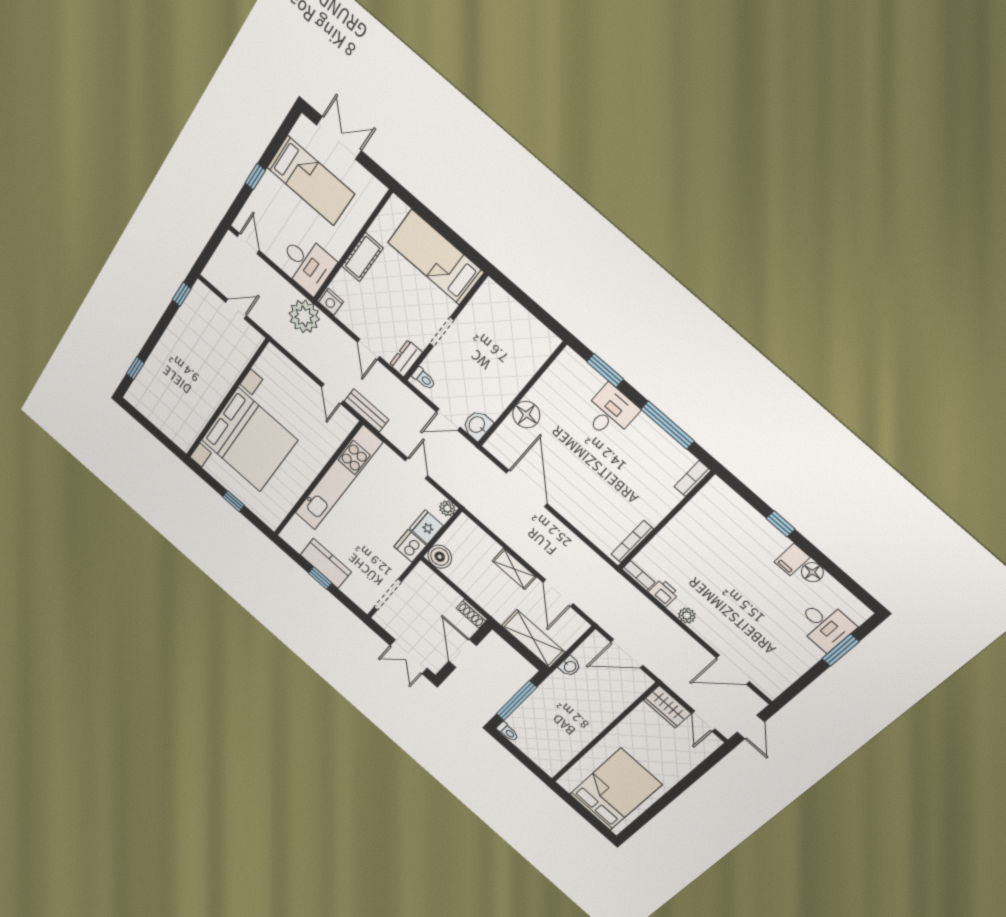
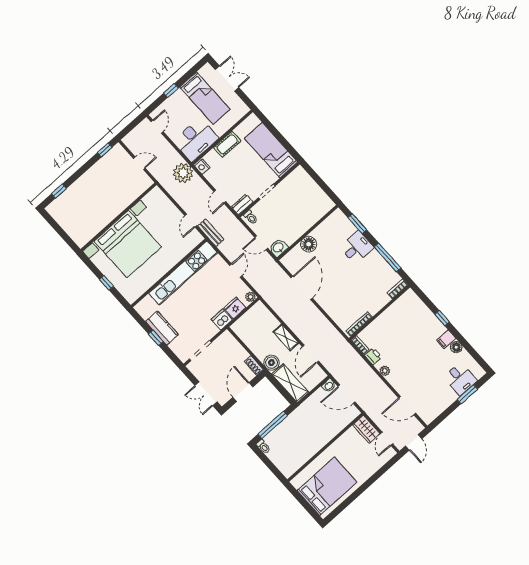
desk: (307, 264) -> (196, 140), width x1.37
boiler: (440, 557) -> (272, 363), moved
washbasin: (570, 666) -> (329, 386), moved

